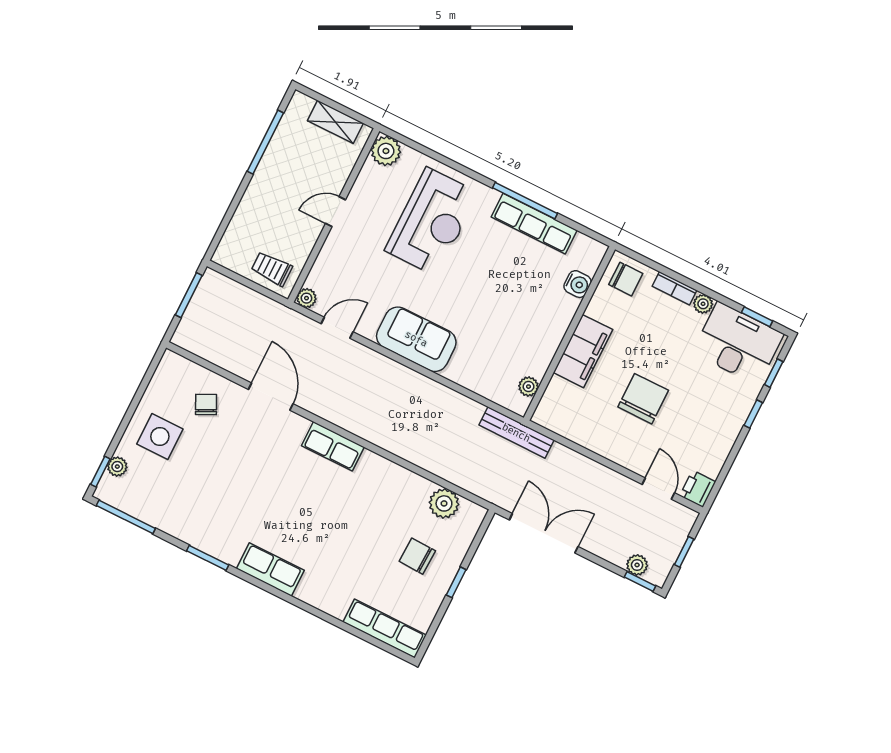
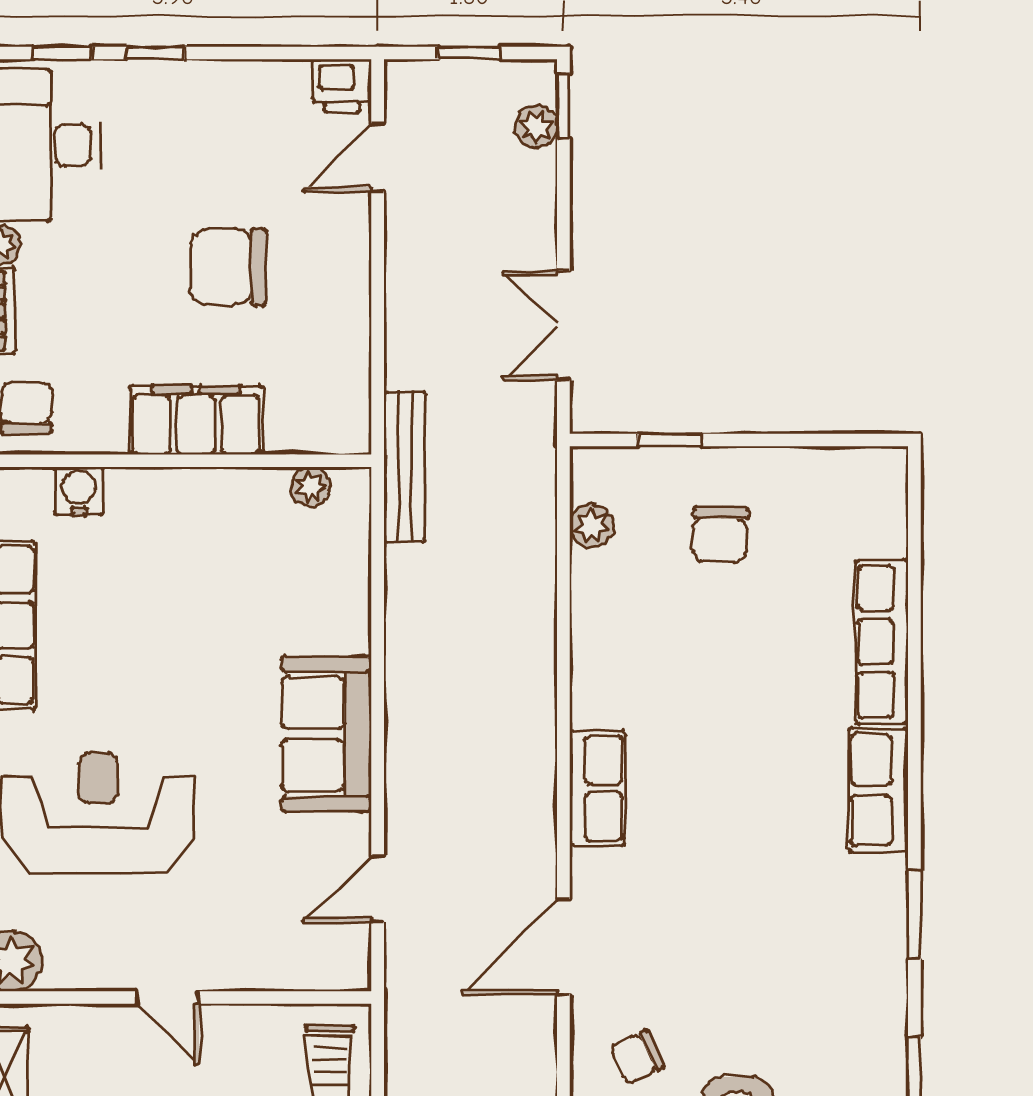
plant: (306, 298) -> (352, 971), removed
door: (337, 328) -> (378, 889), hinge flipped
plant: (444, 503) -> (592, 526), width x0.73, depth x0.73
double door: (544, 533) -> (563, 326), width x0.73
window: (456, 582) -> (670, 440), moved
row of seats: (385, 629) -> (882, 642), moved

